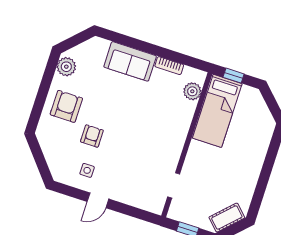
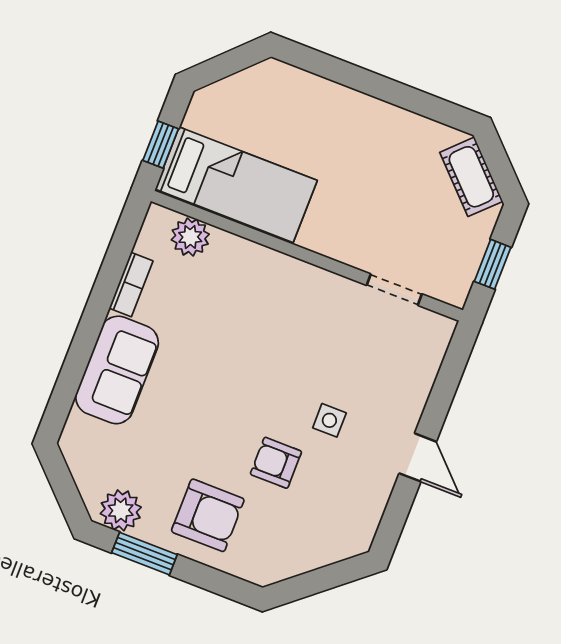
window: (47, 79) -> (144, 554), added
armchair: (66, 106) -> (208, 515), turned 180
side table: (87, 170) -> (329, 420), moved

